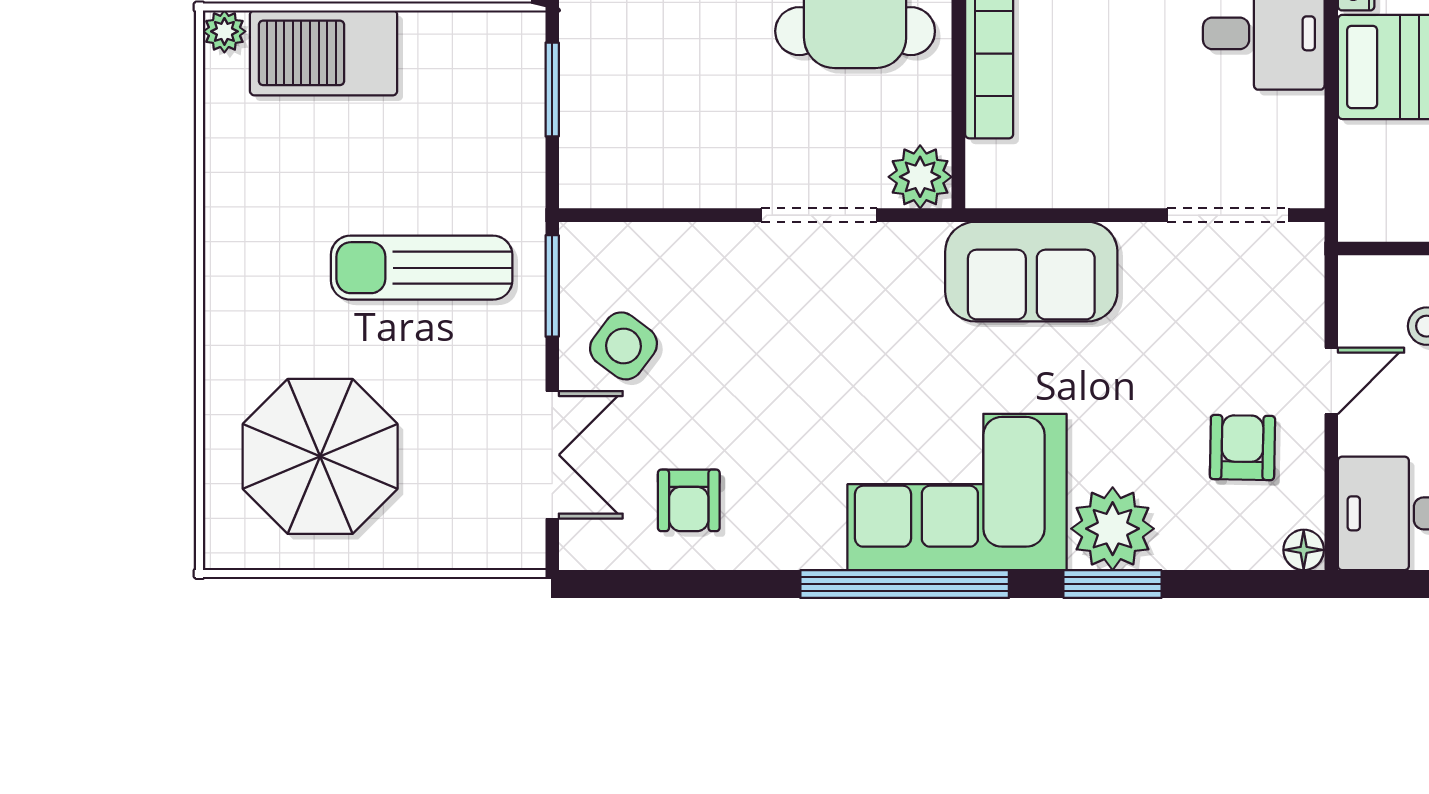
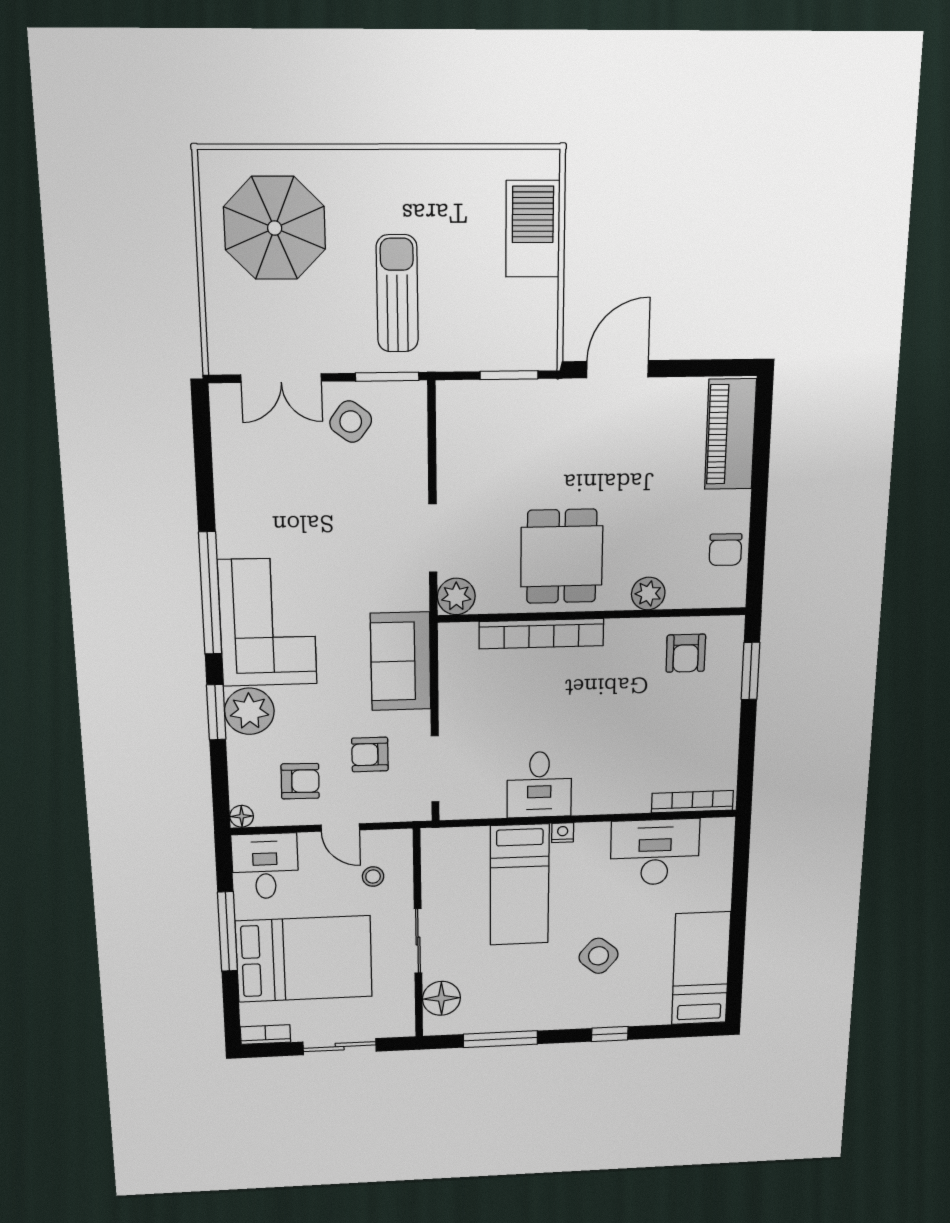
plant: (224, 31) -> (547, 163), removed
armchair: (689, 500) -> (370, 754), moved

